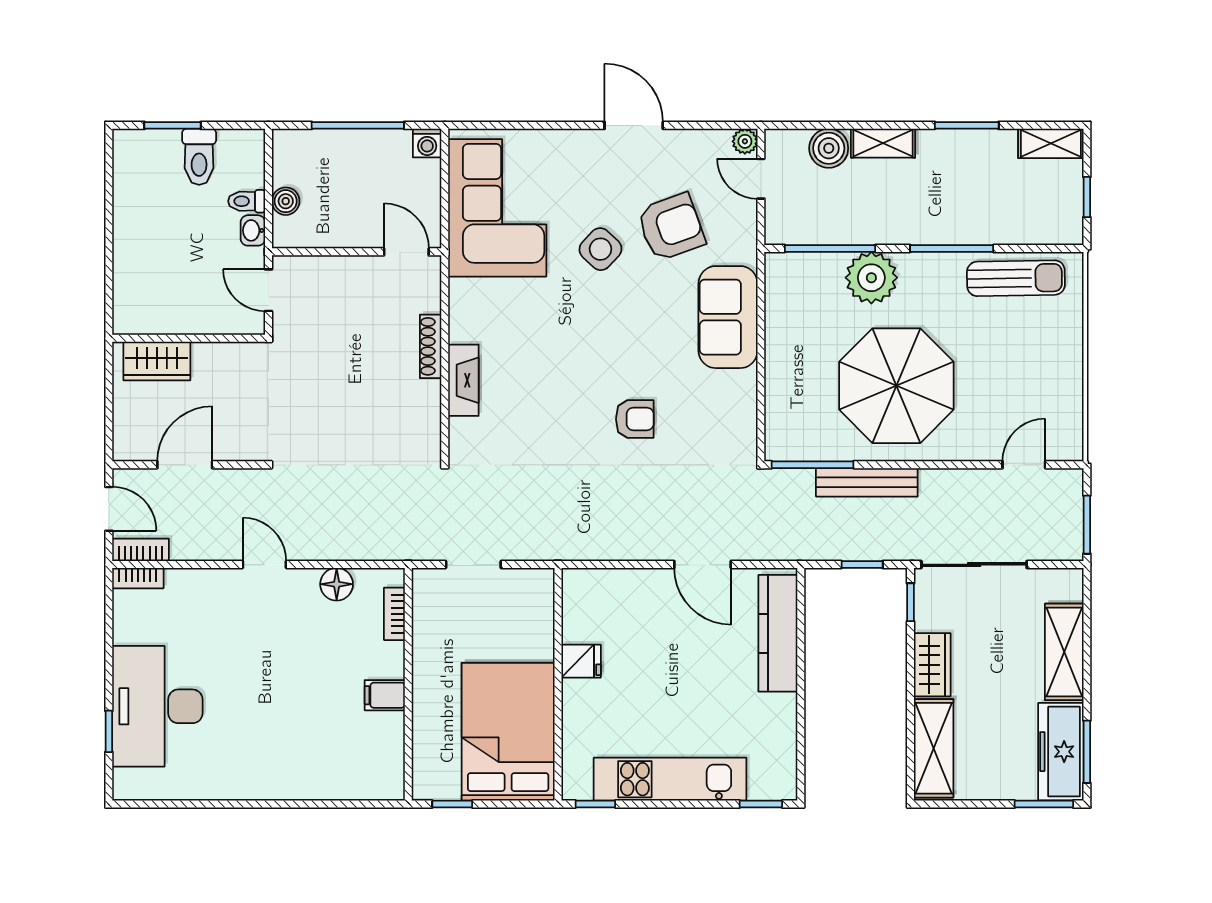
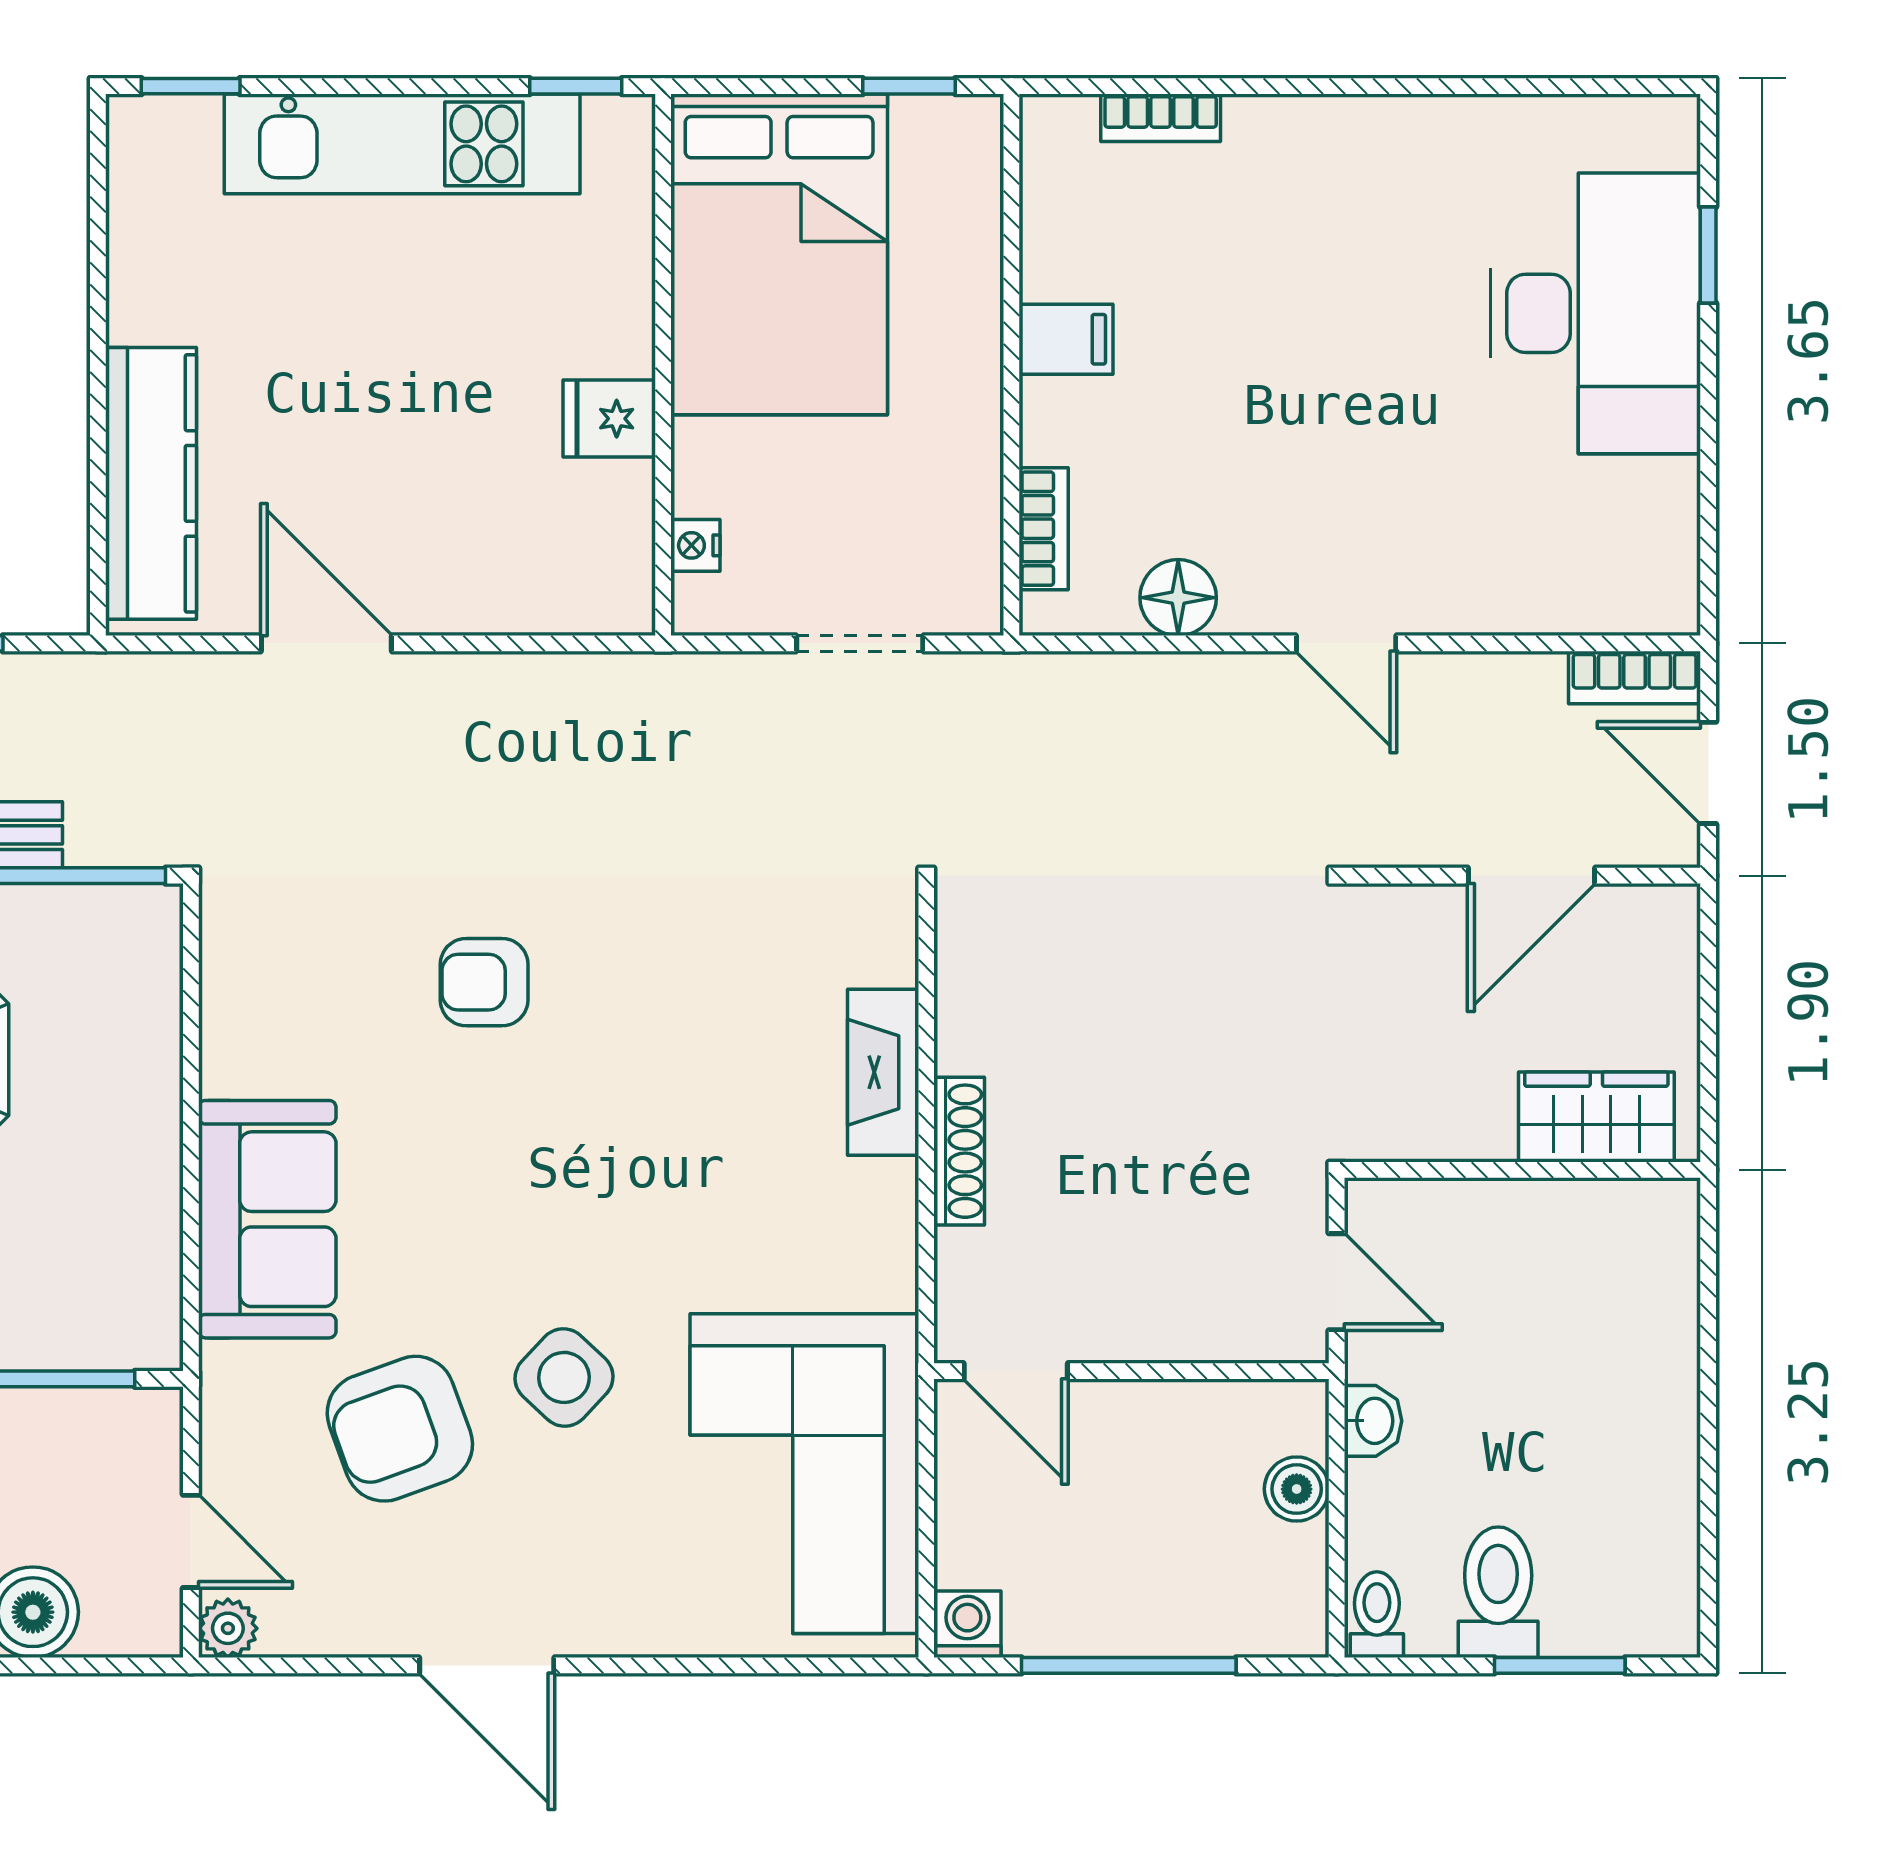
toilet: (247, 201) -> (1377, 1615), moved, turned -90
bookcase: (138, 578) -> (1161, 118), moved, turned 180
nightstand: (544, 607) -> (695, 545), added

